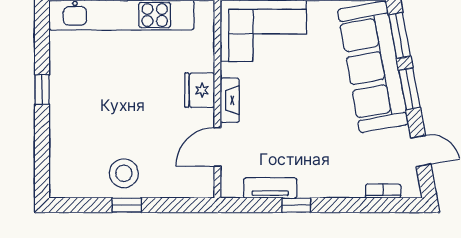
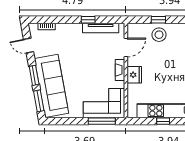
stool: (124, 173) -> (159, 35), moved
tv unit: (270, 188) -> (101, 28), width x1.41
window: (127, 205) -> (158, 20), moved

